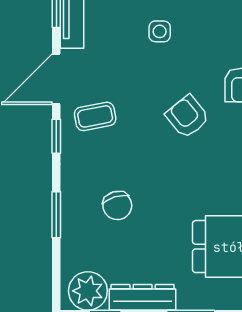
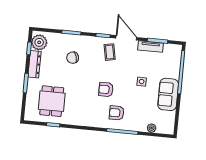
armchair: (187, 117) -> (106, 89), turned -141

